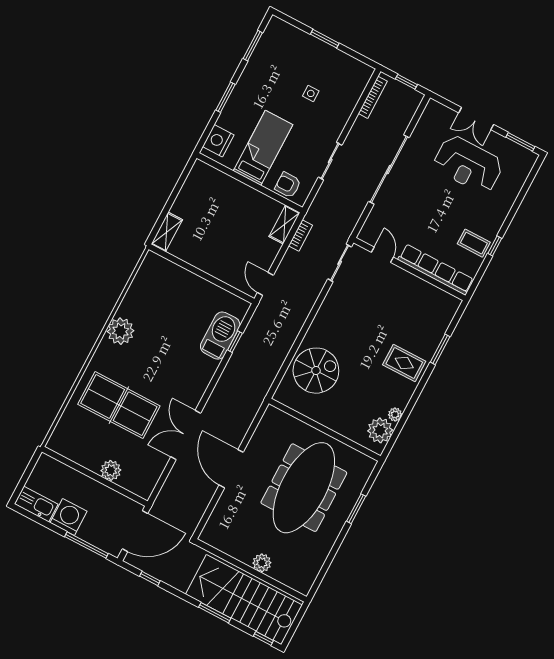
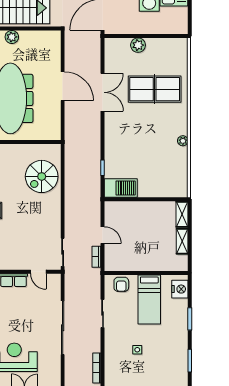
armchair: (288, 185) -> (121, 284), turned 90
shelving: (285, 225) -> (182, 241), moved
door: (265, 284) -> (103, 235), moved
plant: (120, 331) -> (183, 141), width x0.53, depth x0.53
barbecue: (220, 336) -> (121, 188), moved, turned -90

